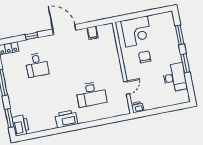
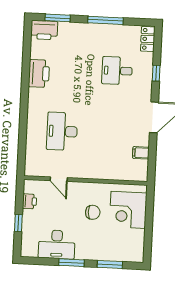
printer: (137, 107) -> (30, 201), moved
window: (166, 109) -> (18, 223), added
printer: (66, 119) -> (39, 73), moved

